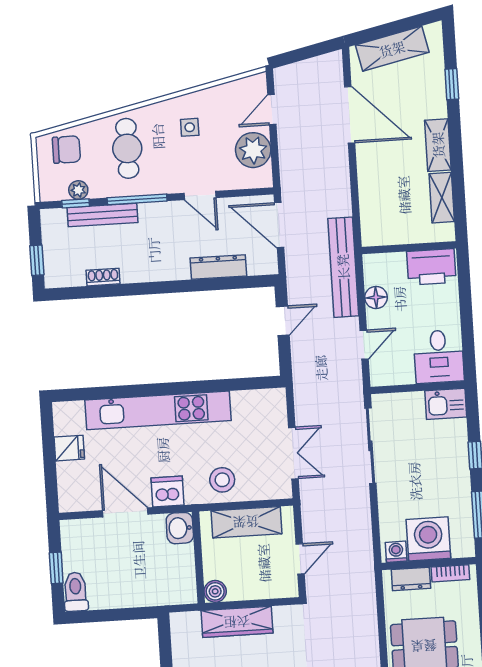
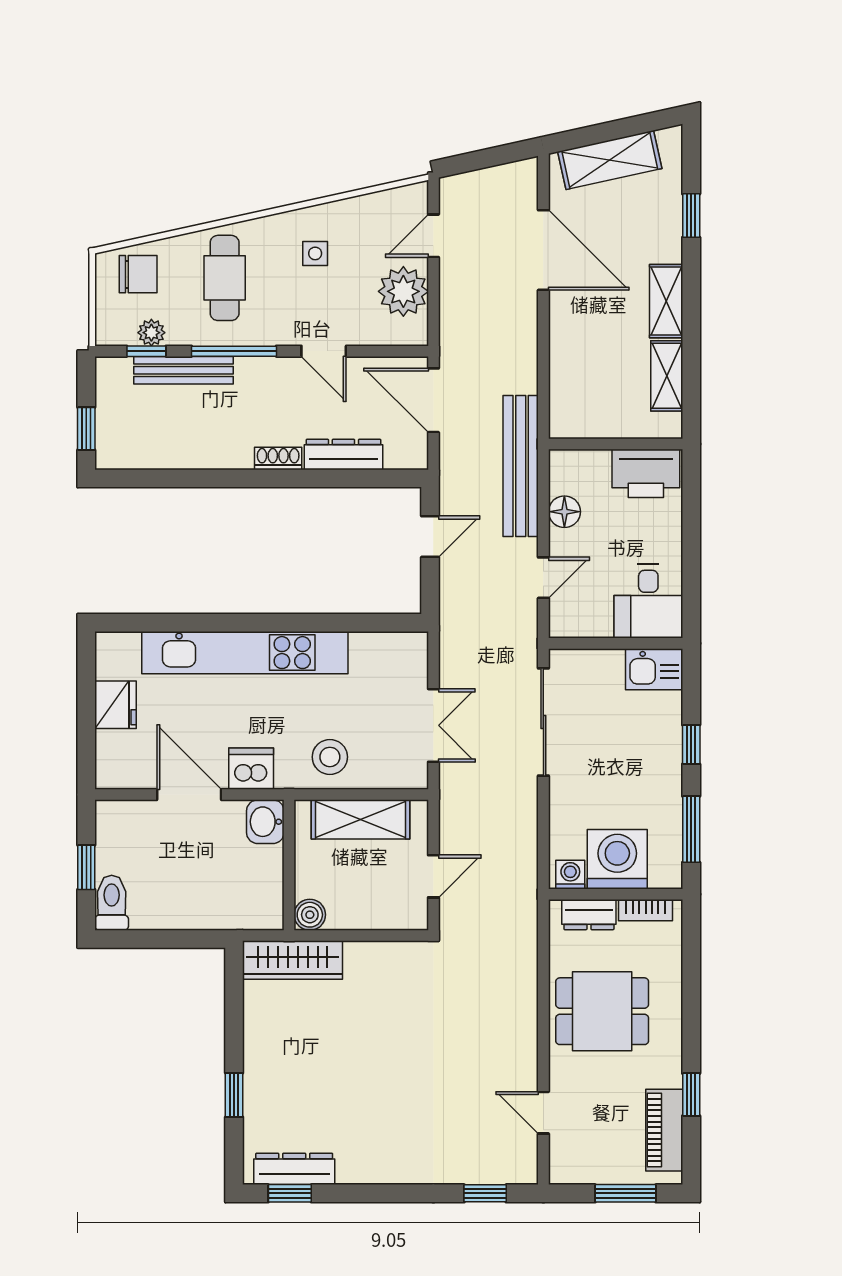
shoe rack: (103, 277) -> (278, 458), moved
fridge: (69, 448) -> (115, 705), width x1.38
wardrobe: (237, 622) -> (293, 960), moved

